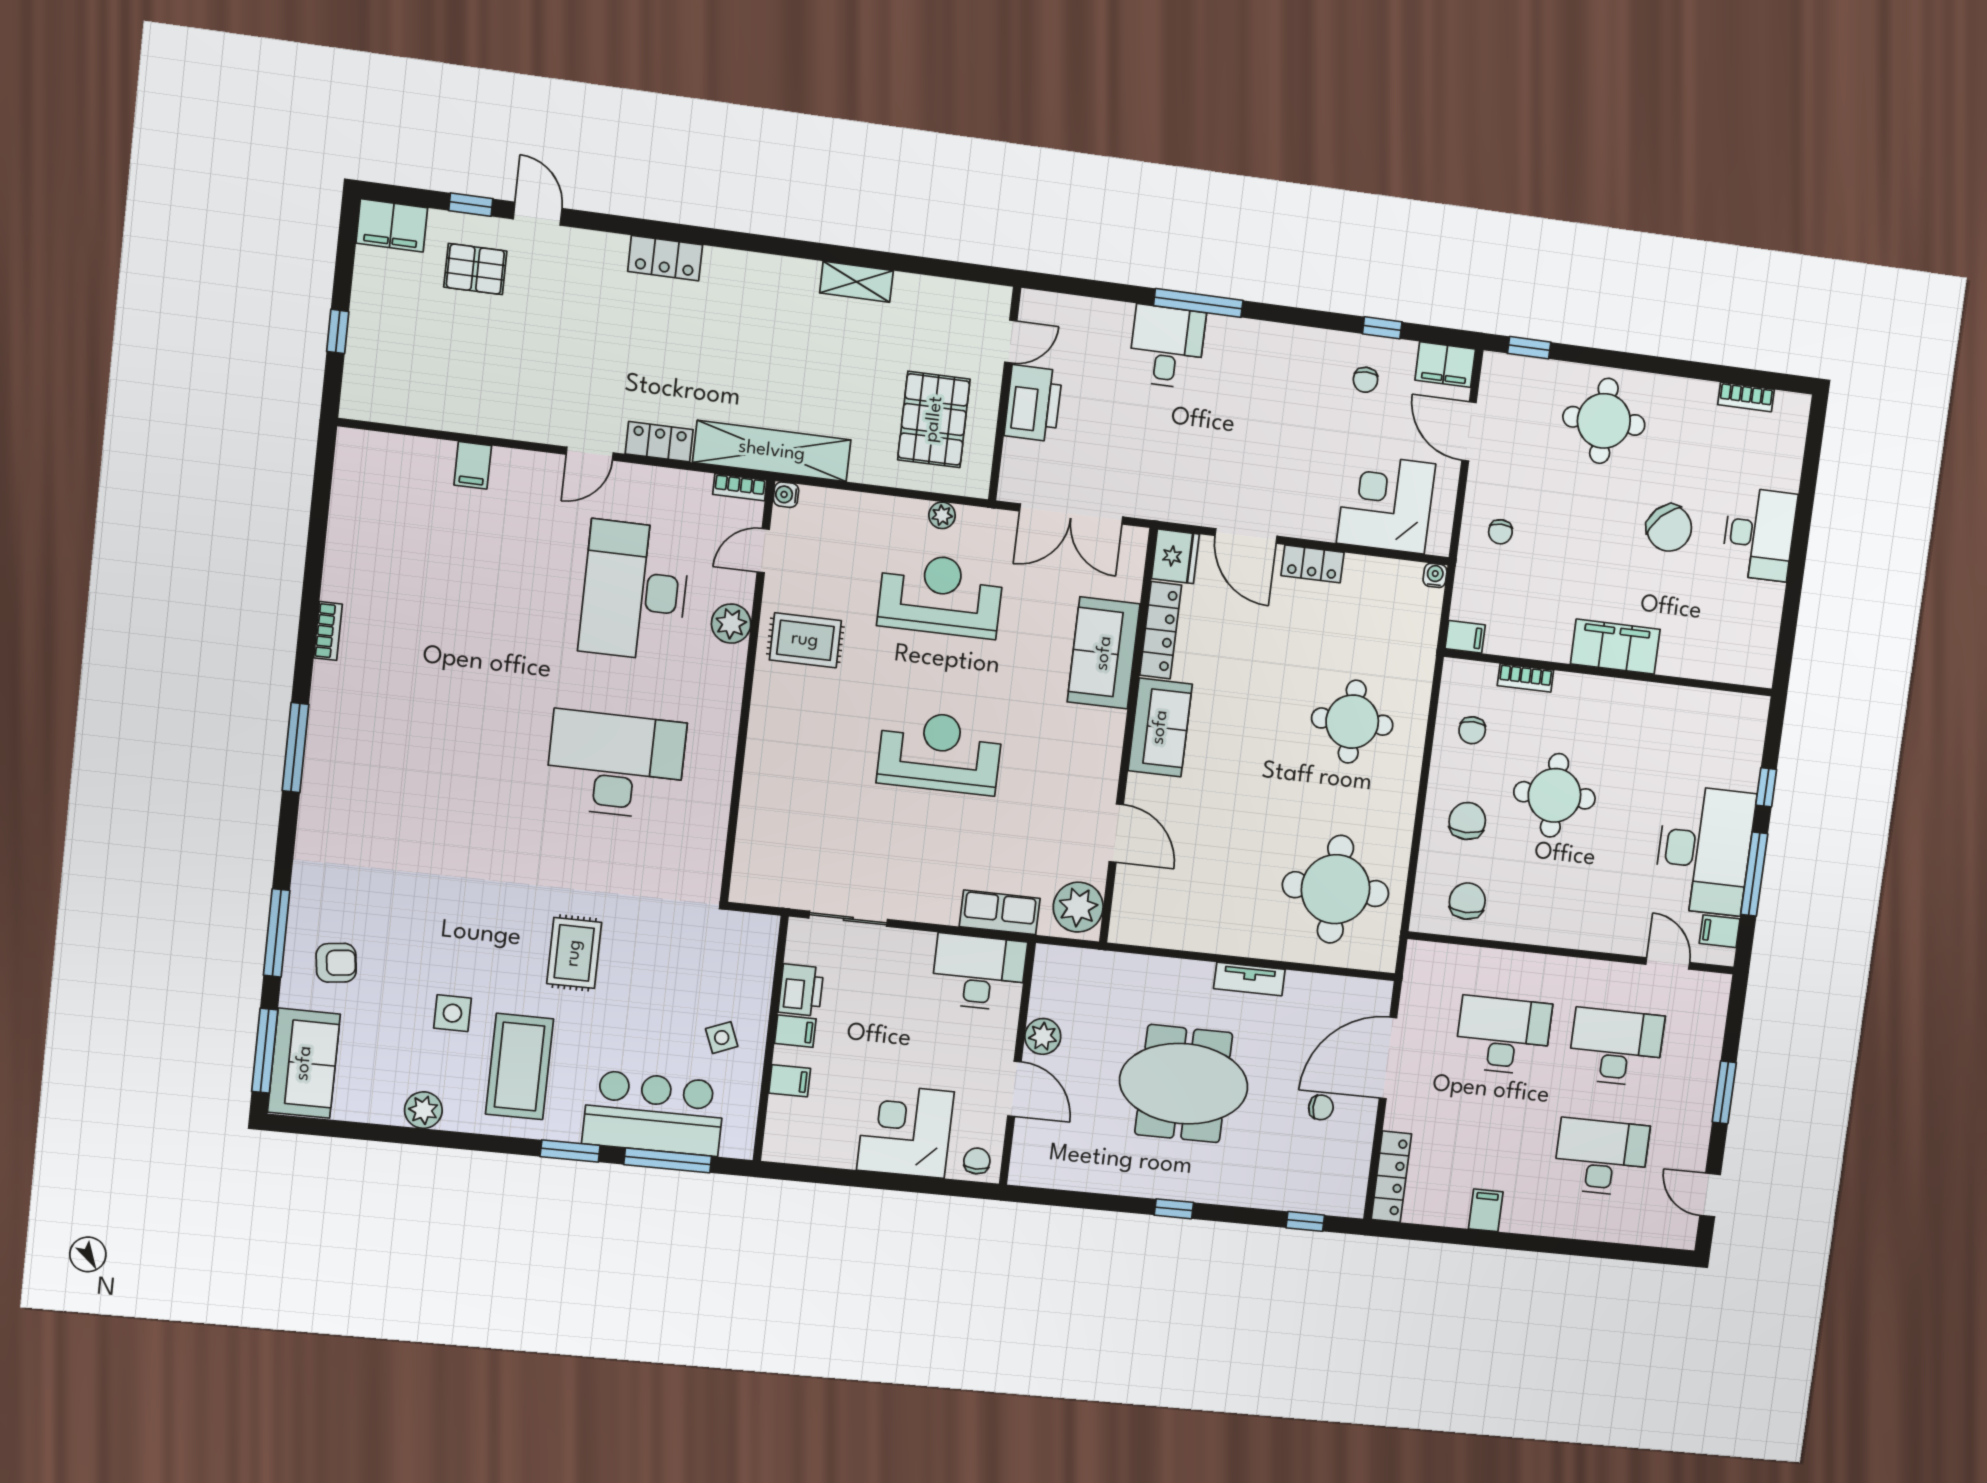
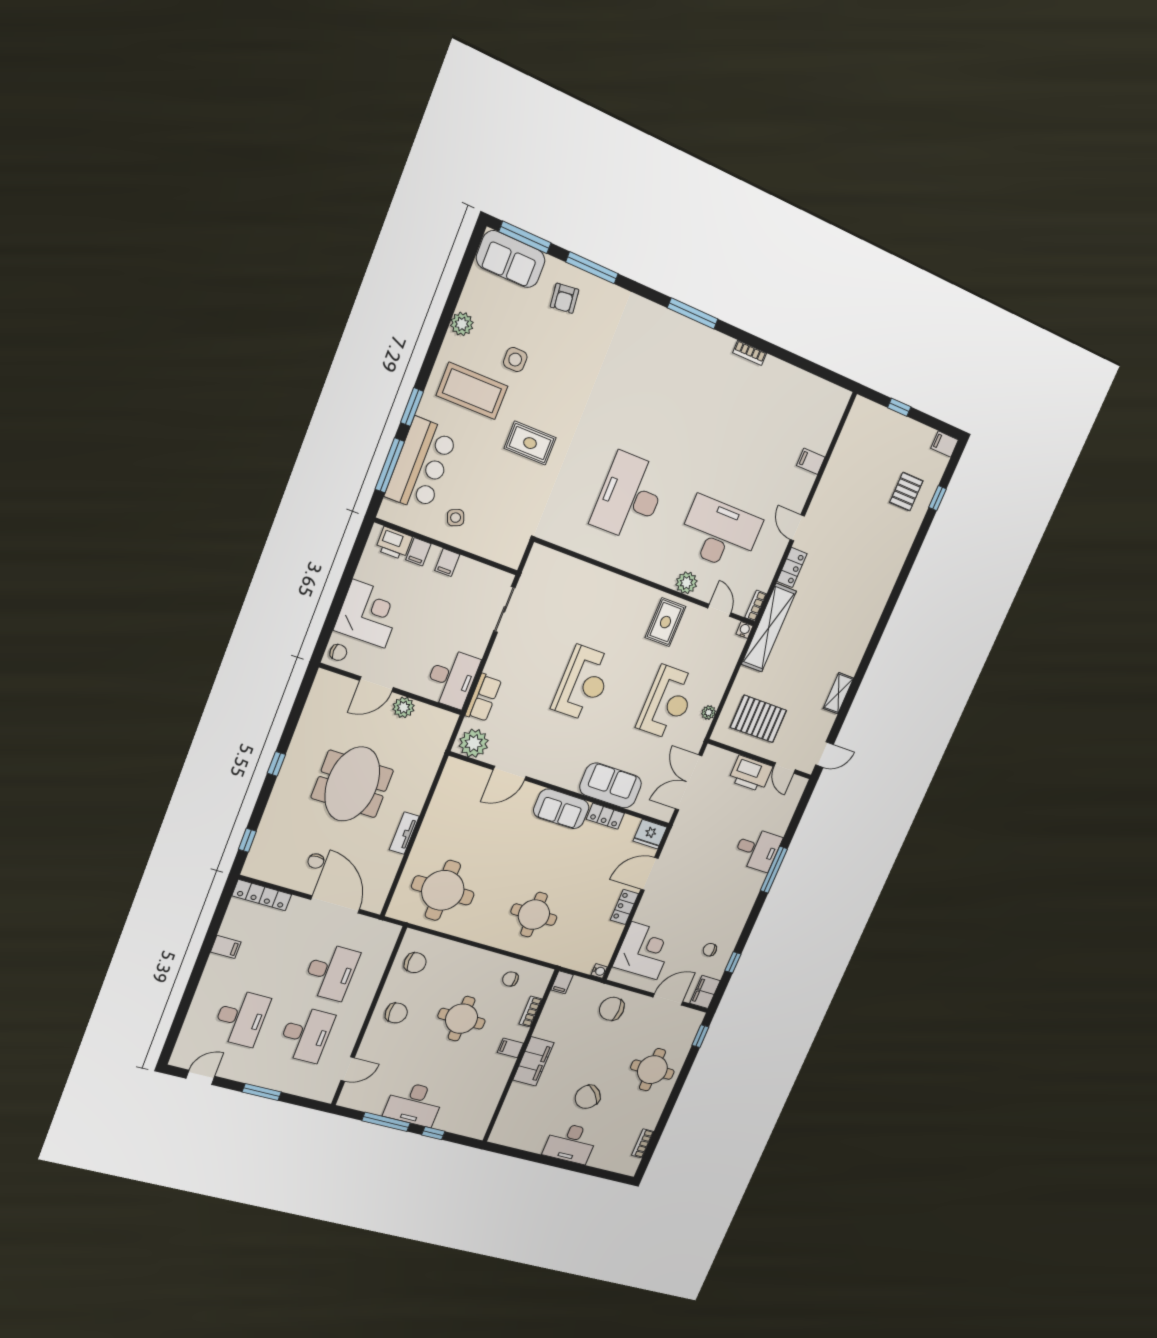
door: (538, 214) -> (824, 755), moved
filing cabinet: (392, 225) -> (945, 444), width x0.50
locker: (665, 258) -> (881, 595), removed
chair: (1500, 532) -> (612, 1009), width x1.87, depth x1.87
locker: (1161, 630) -> (605, 816), width x0.66
desk: (616, 765) -> (629, 497), turned 180
chair: (1467, 821) -> (396, 1013), moved
desk: (1704, 850) -> (414, 1104), width x0.73, depth x0.77
filing cabinet: (1720, 931) -> (510, 1048), moved, turned -90
printer: (801, 990) -> (394, 543), moved

